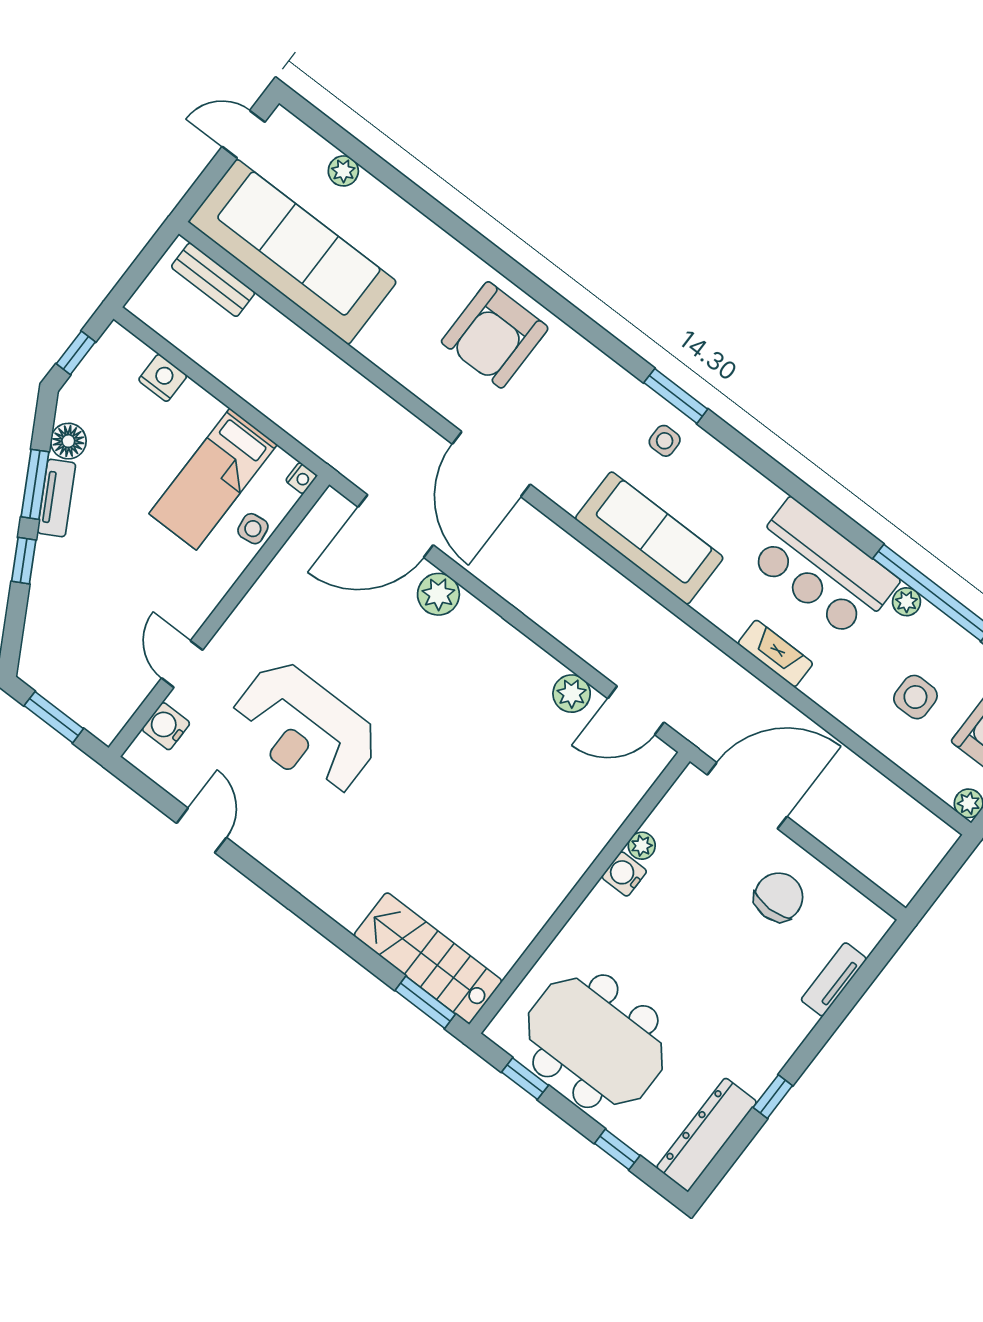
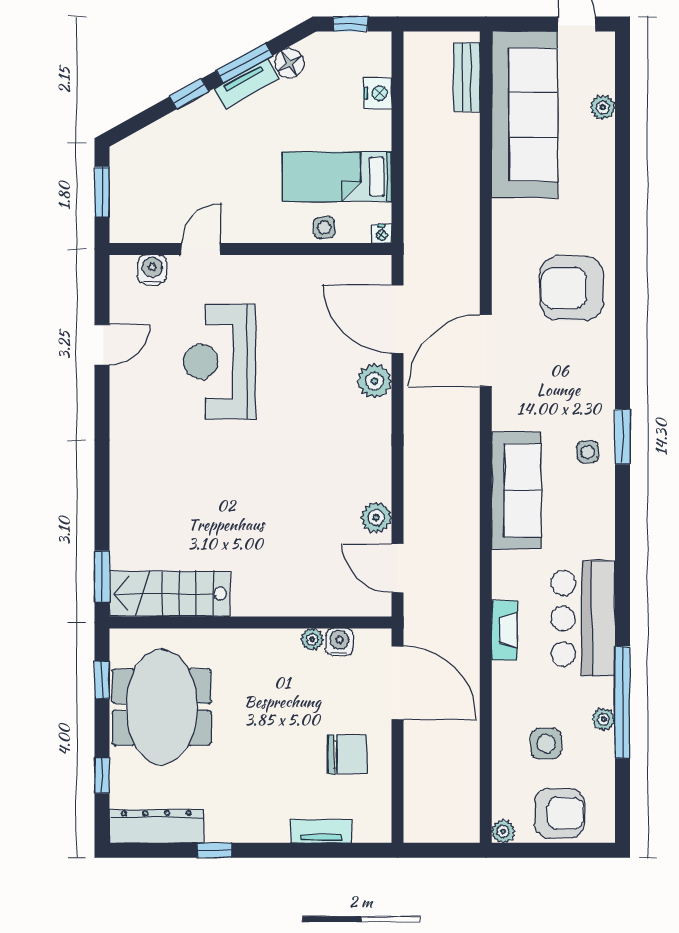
plant: (906, 602) -> (604, 719), moved
water cooler: (624, 874) -> (339, 642), moved
stairs: (428, 958) -> (170, 594), moved, turned -90

